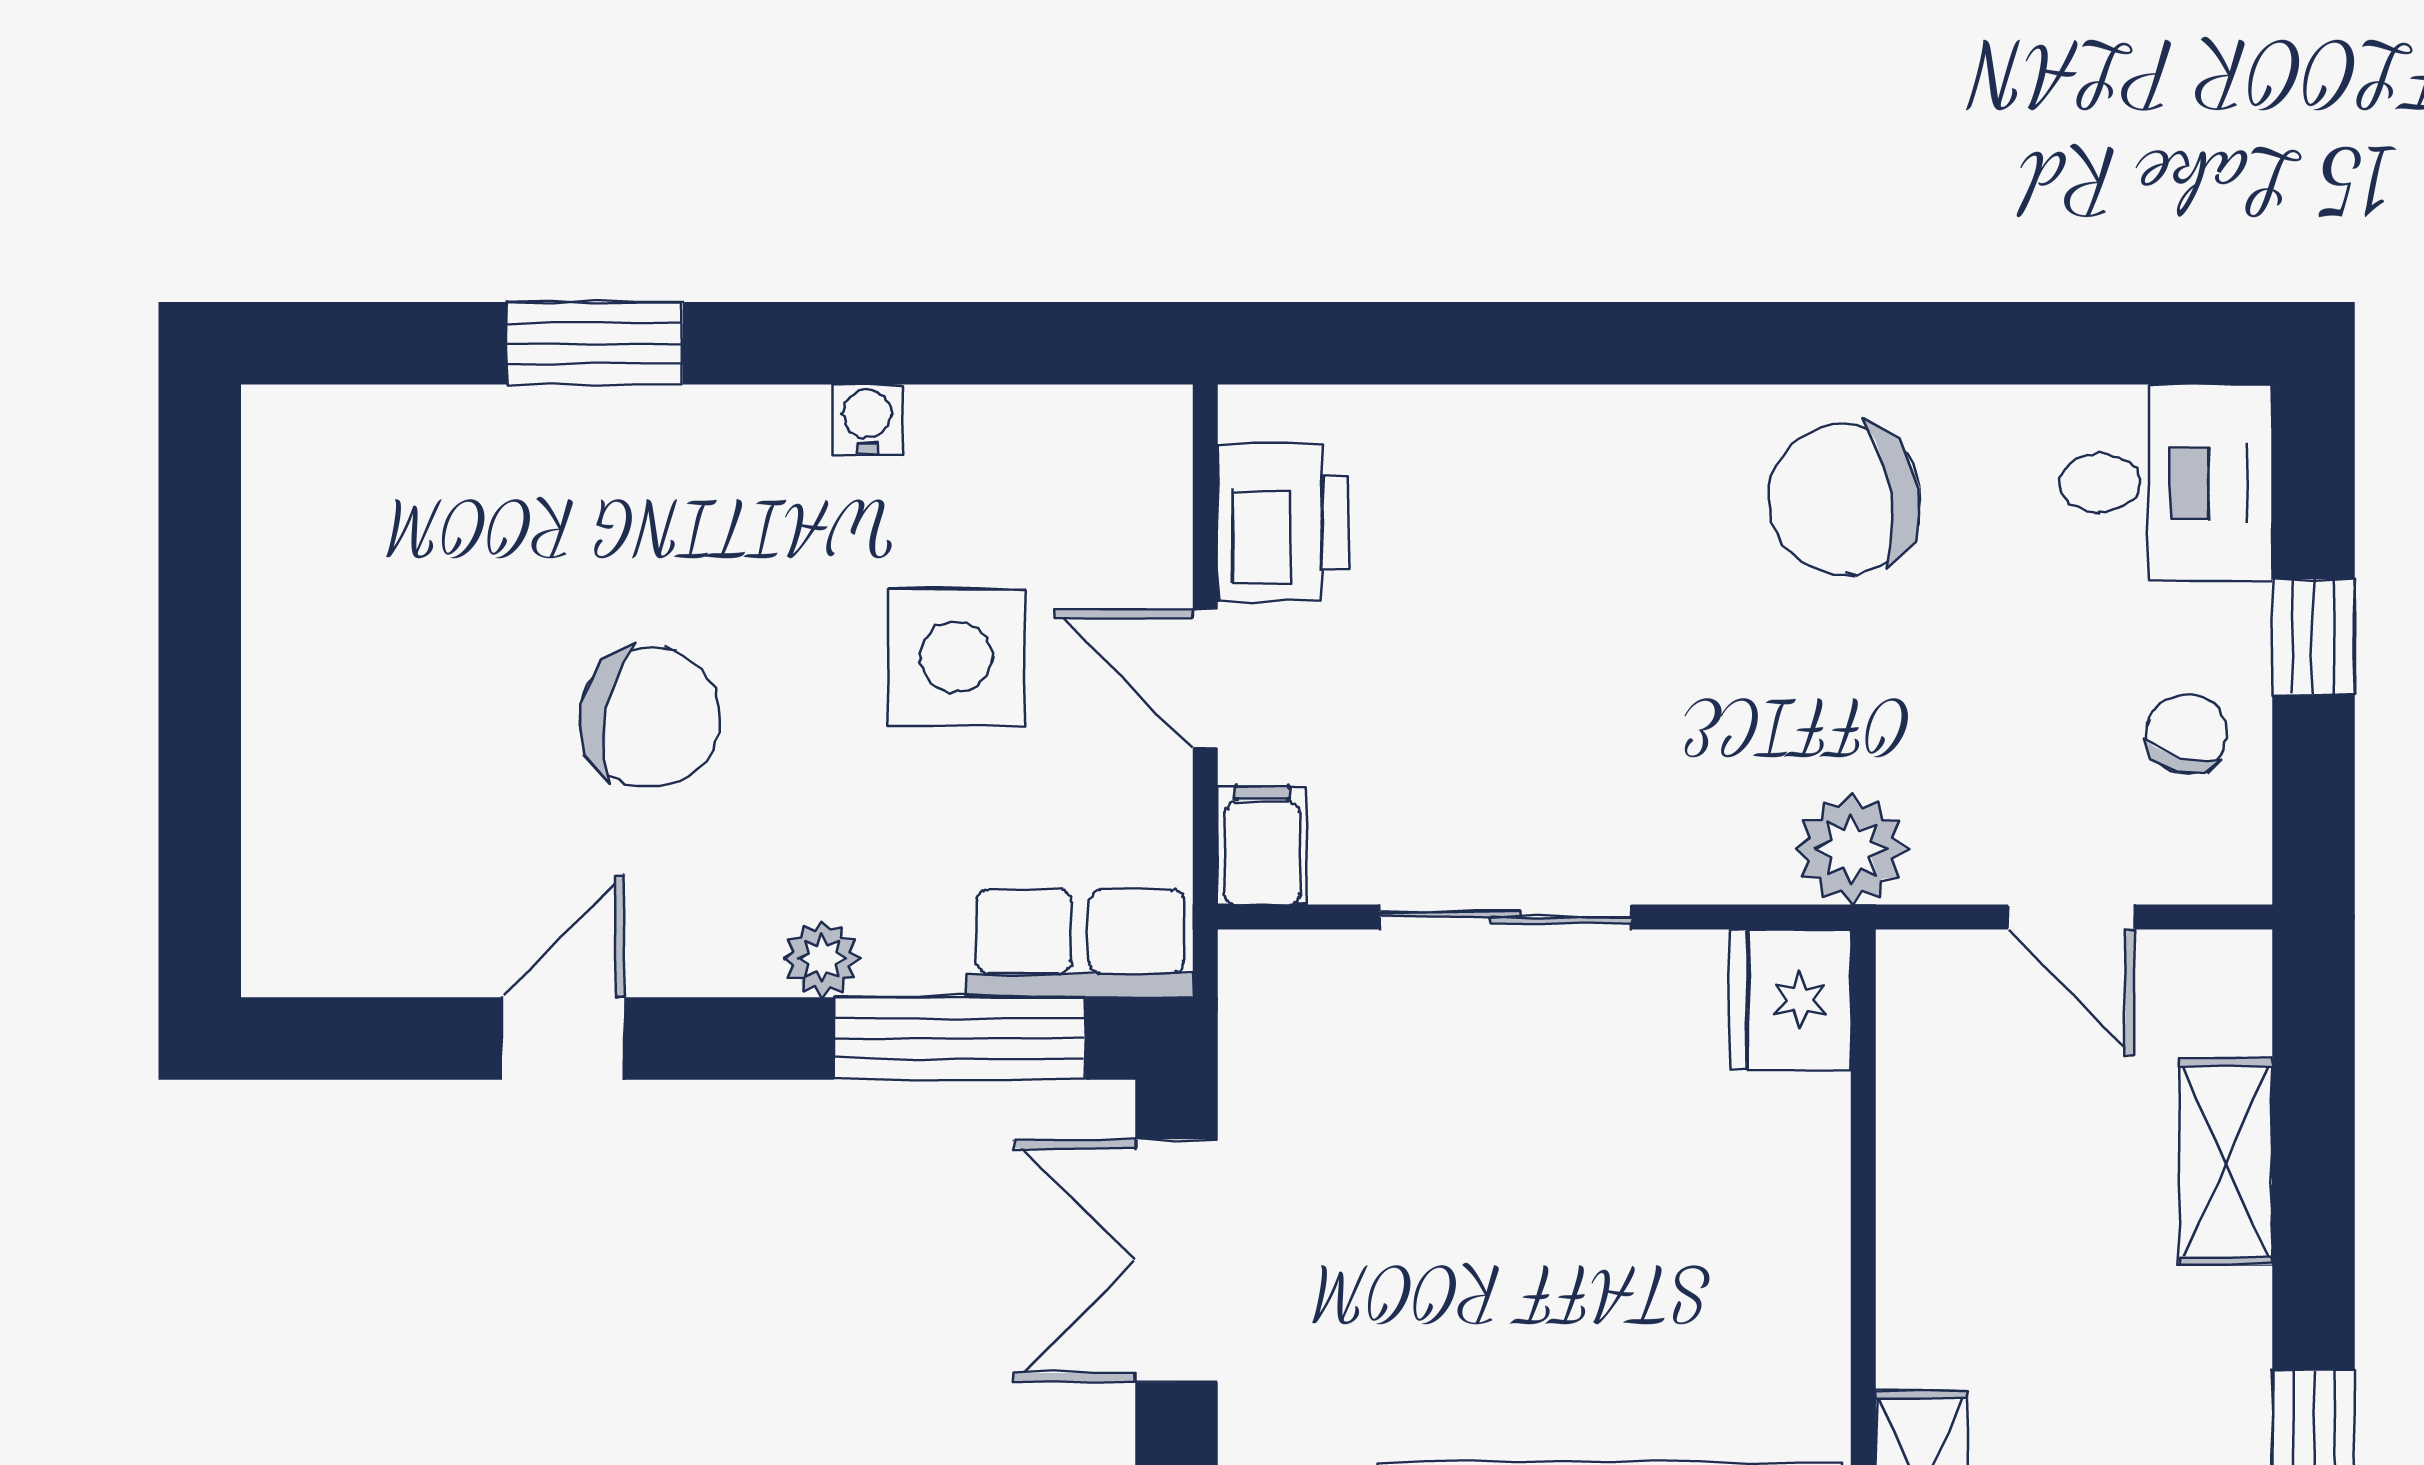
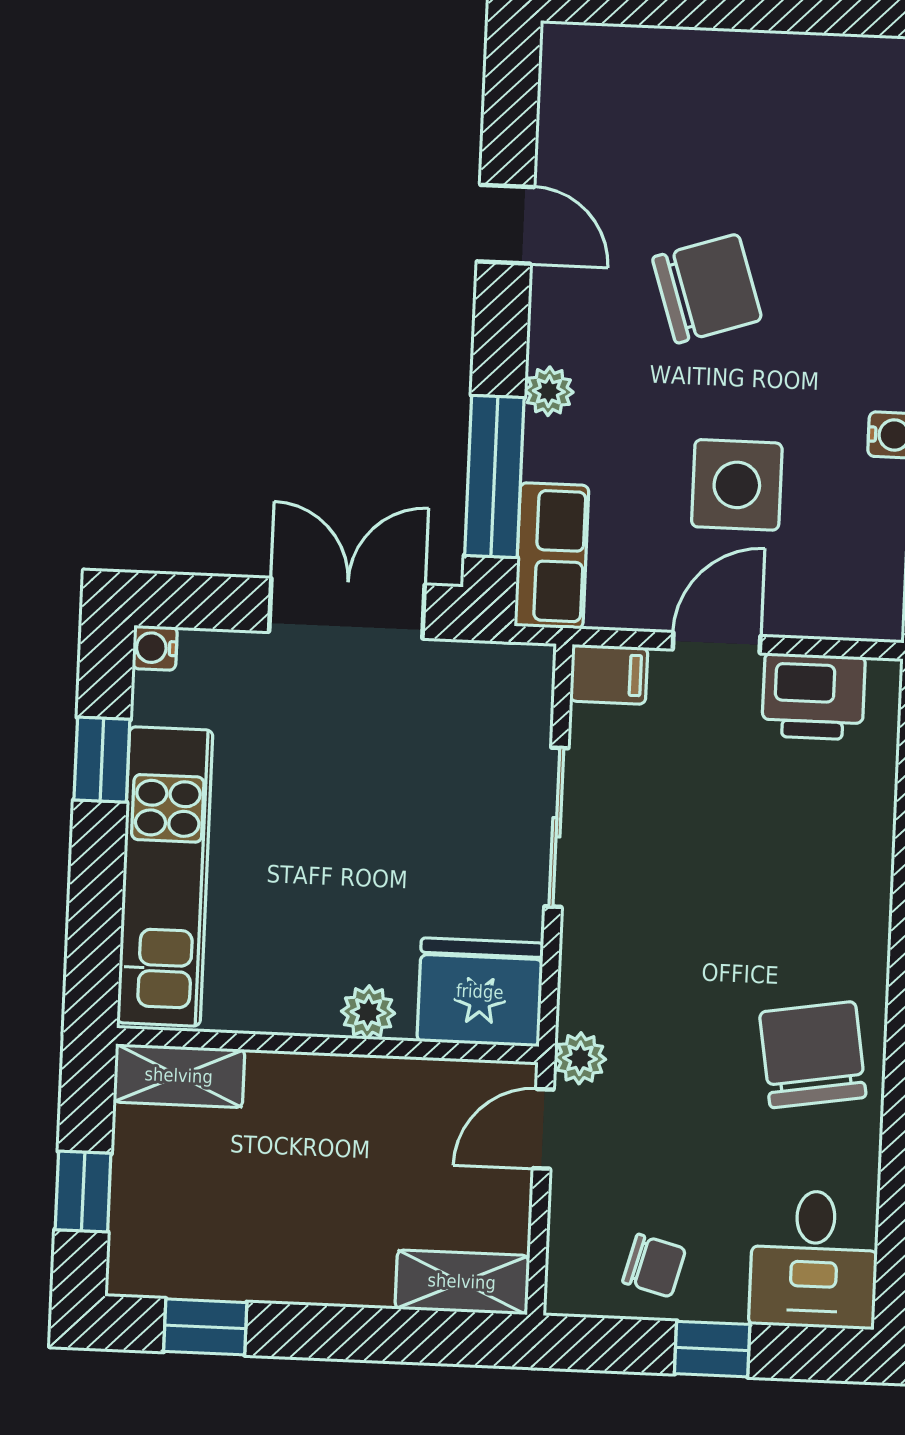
chair: (650, 718) -> (707, 289), turned -119
plant: (1851, 849) -> (580, 1058), width x0.73, depth x0.73
door: (2071, 917) -> (543, 1129), moved
fridge: (1790, 1000) -> (480, 992), width x1.36, depth x1.34
shelving: (2226, 1161) -> (462, 1282), moved
plant: (1809, 1200) -> (368, 1012), added

